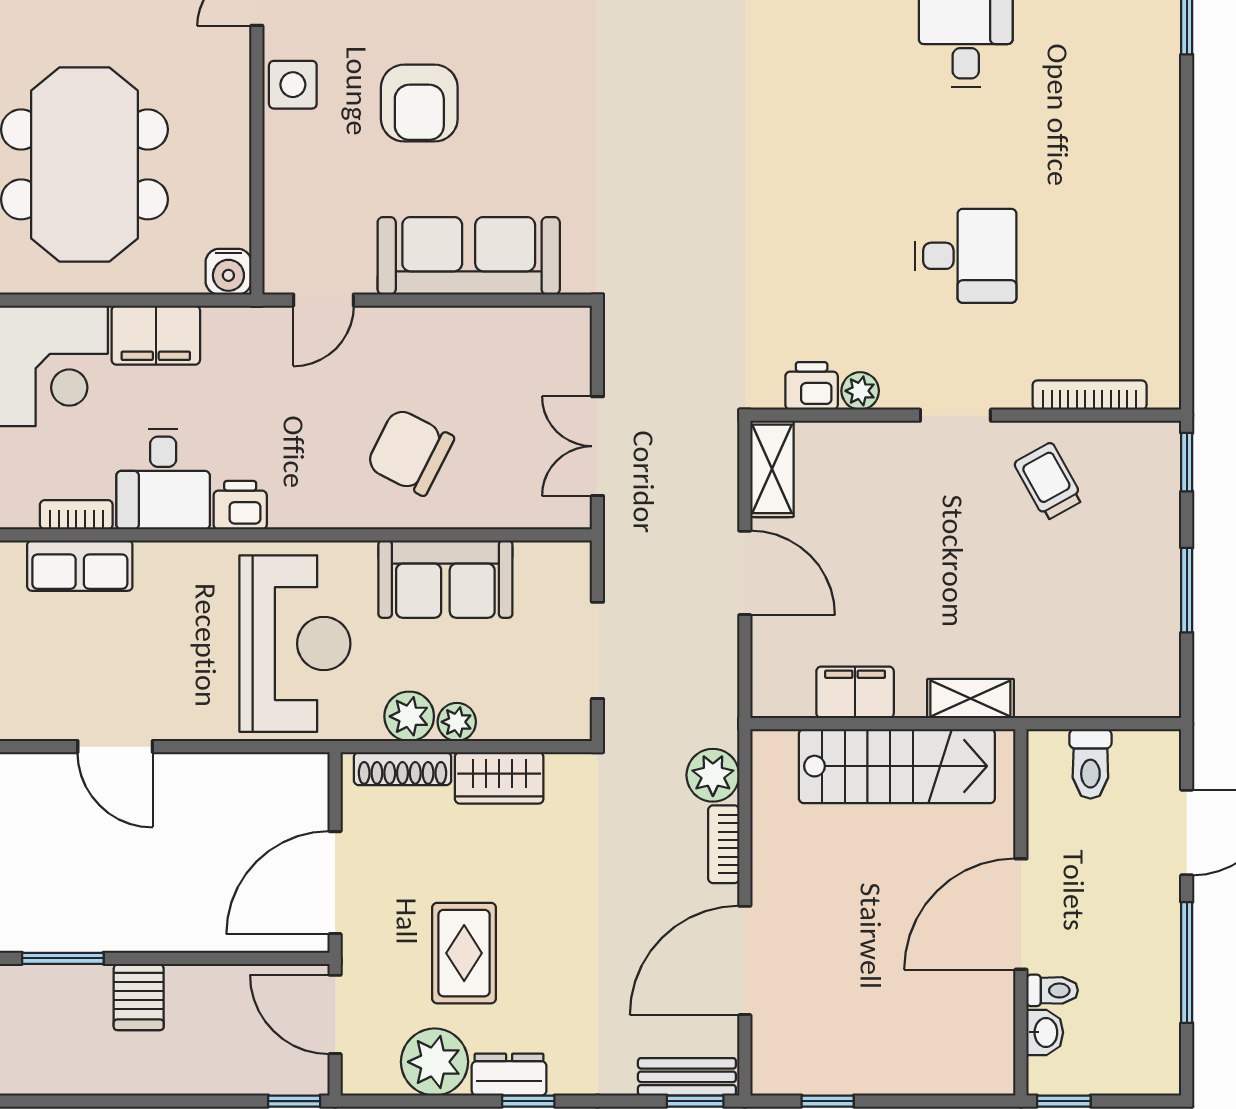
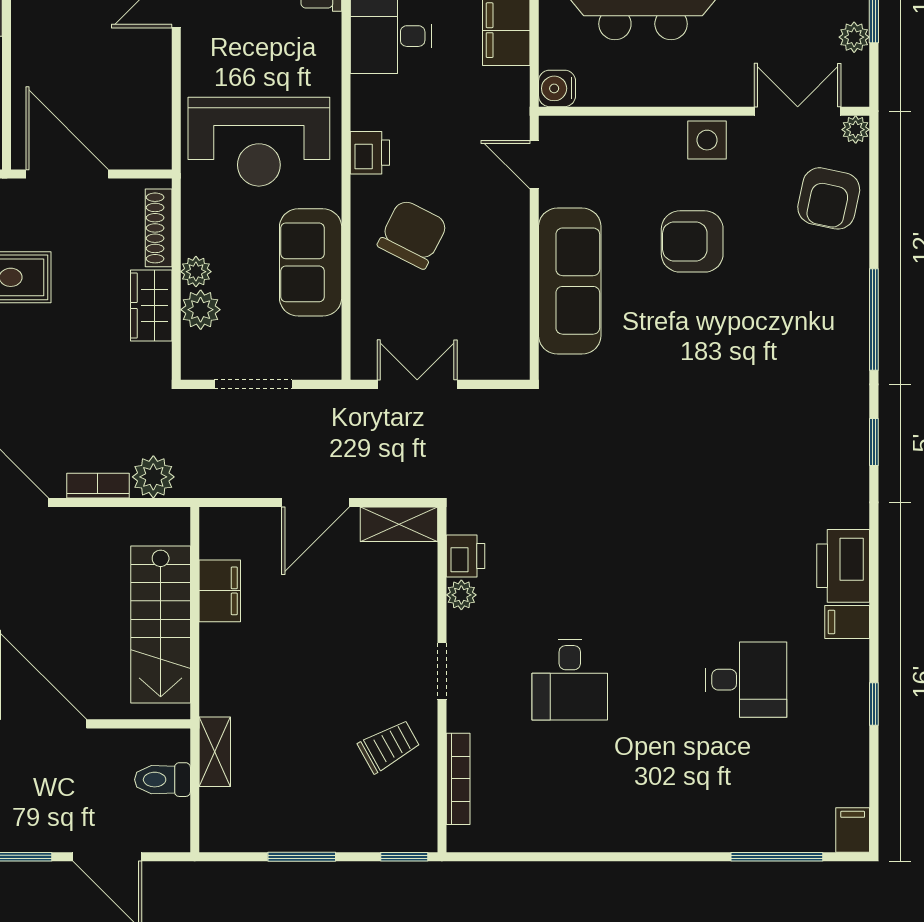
printer: (240, 505) -> (370, 153), moved
shelving: (970, 698) -> (215, 752), moved
plant: (409, 716) -> (201, 310), moved

